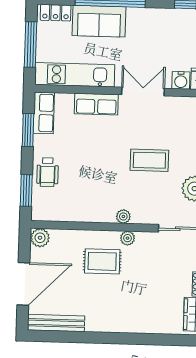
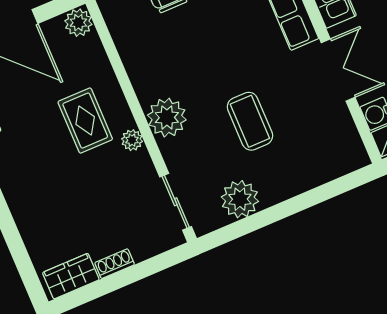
plant: (123, 217) -> (167, 118), width x1.87, depth x1.87

